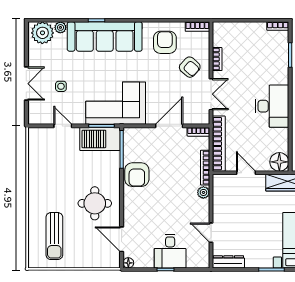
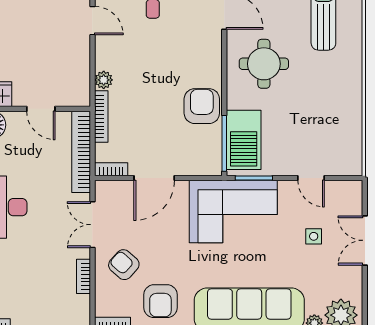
barbecue: (100, 139) -> (244, 140), moved, turned 90

